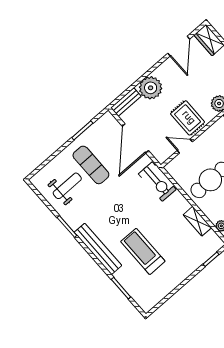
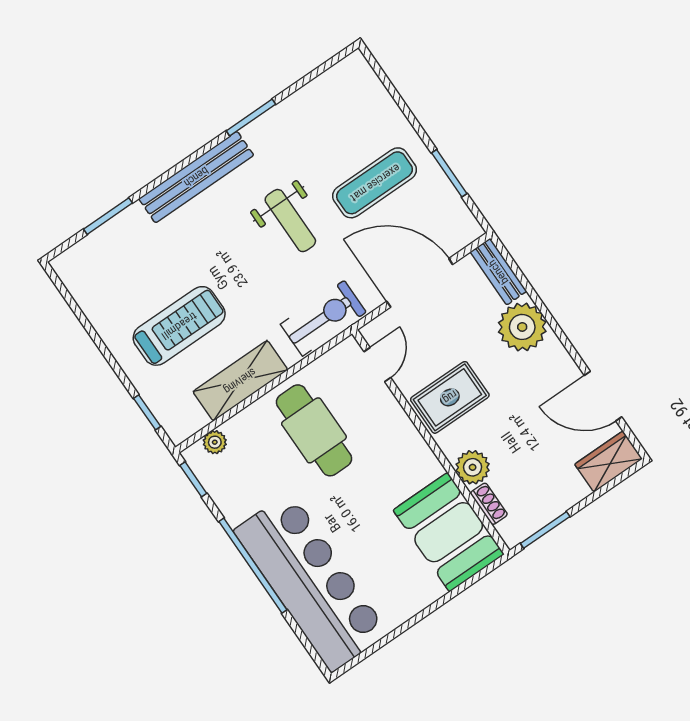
door: (185, 146) -> (377, 365), moved
exercise bike: (157, 182) -> (323, 318), turned 180
weight bench: (67, 186) -> (290, 221), moved
shelving: (197, 221) -> (240, 381), width x1.50, depth x1.33
treadmill: (143, 251) -> (179, 326), moved

